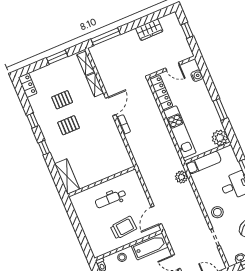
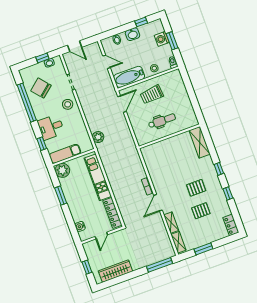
wardrobe: (149, 30) -> (115, 271), width x1.50
door: (173, 67) -> (101, 236), swing flipped
exam couch: (203, 162) -> (65, 154), moved

